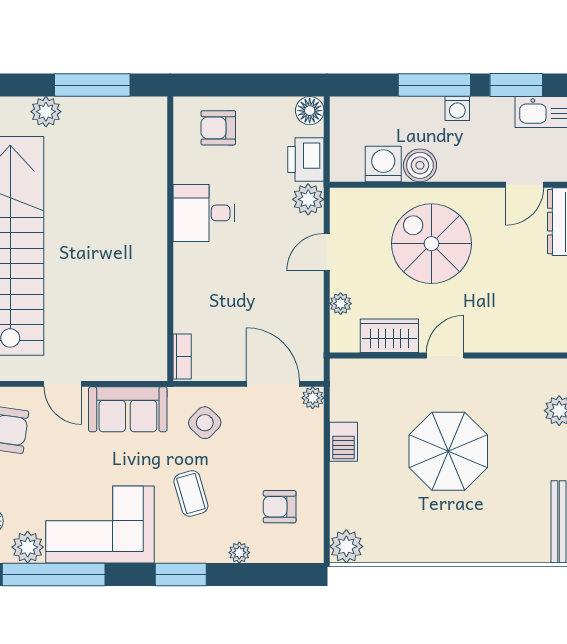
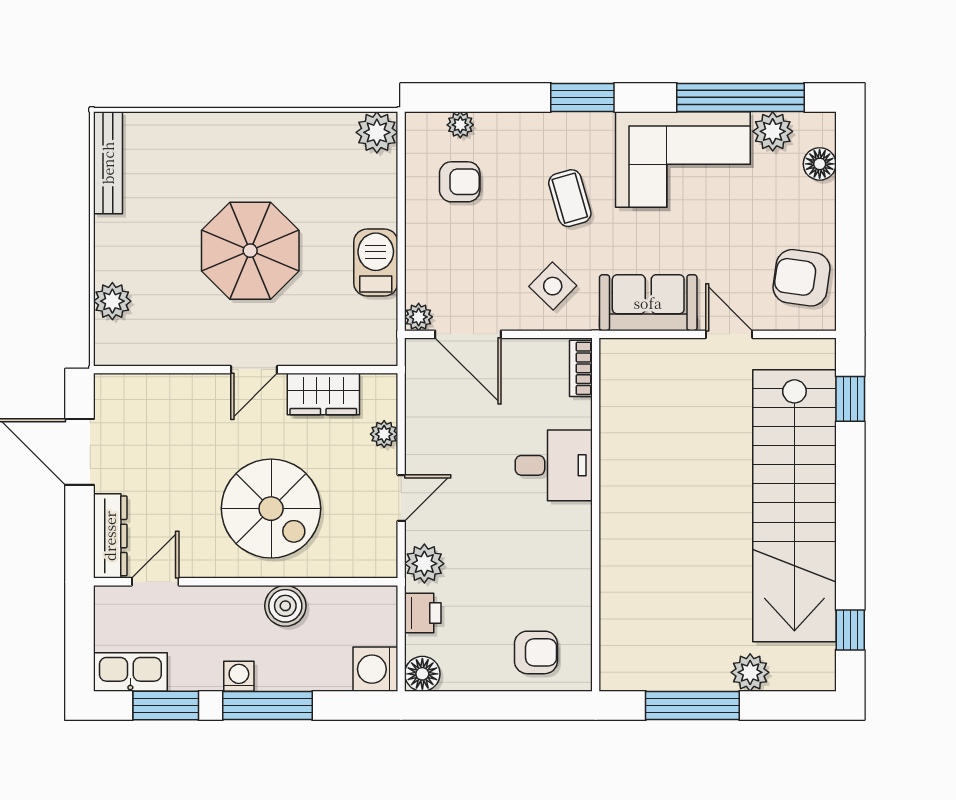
printer: (306, 160) -> (423, 613), width x0.73, depth x0.81
washing machine: (383, 164) -> (375, 669), moved, turned 90
desk: (204, 213) -> (554, 465), moved
barbecue: (343, 442) -> (376, 262), width x1.38, depth x1.27
plant: (239, 553) -> (460, 125), moved

